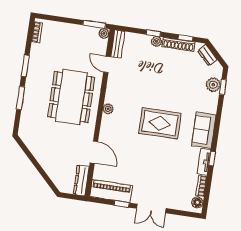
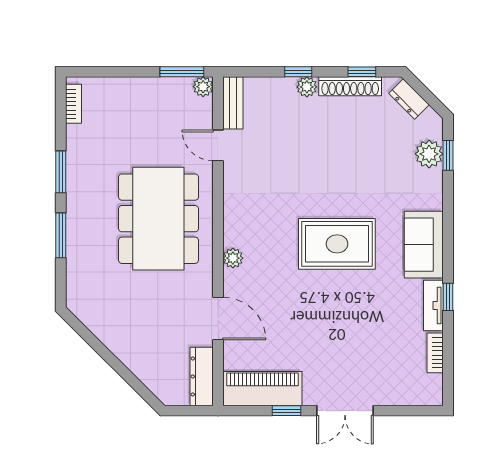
plant: (108, 109) -> (233, 258), moved
floor lamp: (197, 202) -> (432, 386), removed

